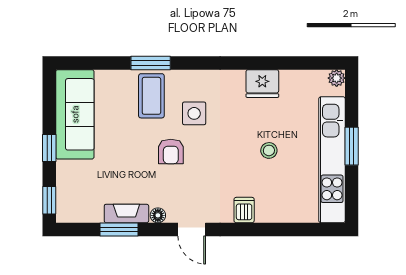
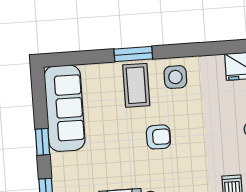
side table: (194, 113) -> (175, 77), moved
armchair: (171, 151) -> (158, 137), turned -90

